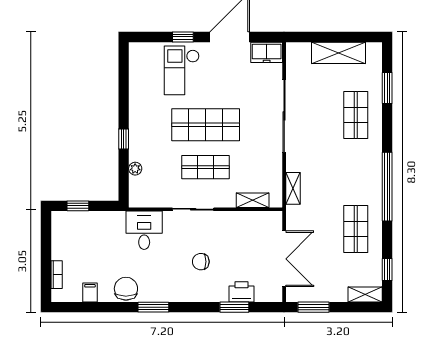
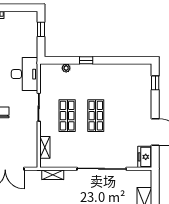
window: (183, 37) -> (155, 83), moved
checkout: (182, 70) -> (133, 100), removed
shop shelf: (206, 125) -> (96, 116), width x0.70, depth x0.74
desk: (144, 230) -> (24, 74), width x1.37

